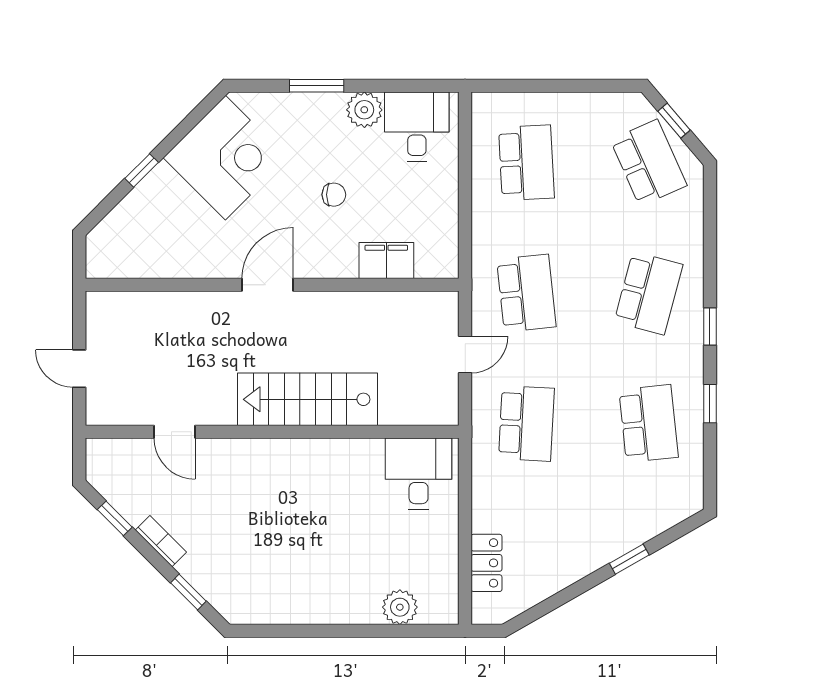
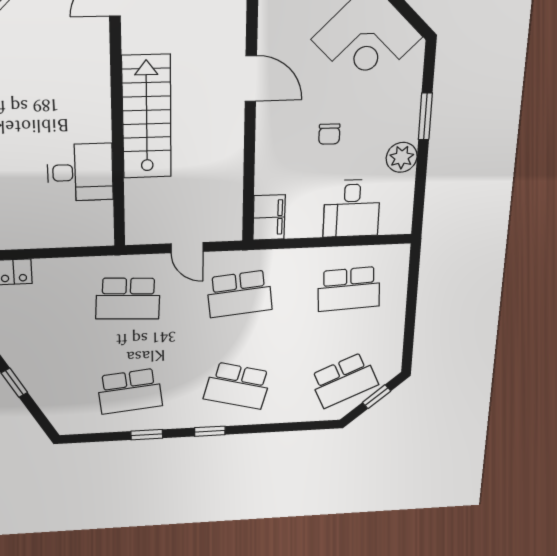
desk: (417, 127) -> (352, 208), moved, turned 90
filing cabinet: (386, 260) -> (269, 217), moved
desk: (419, 474) -> (80, 172), moved

